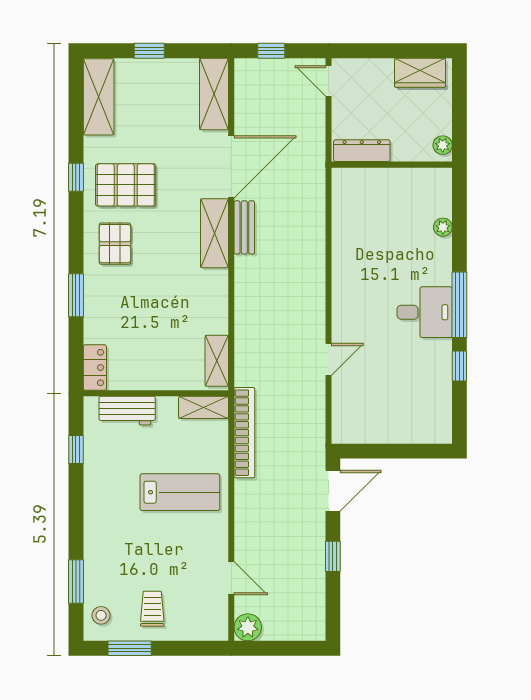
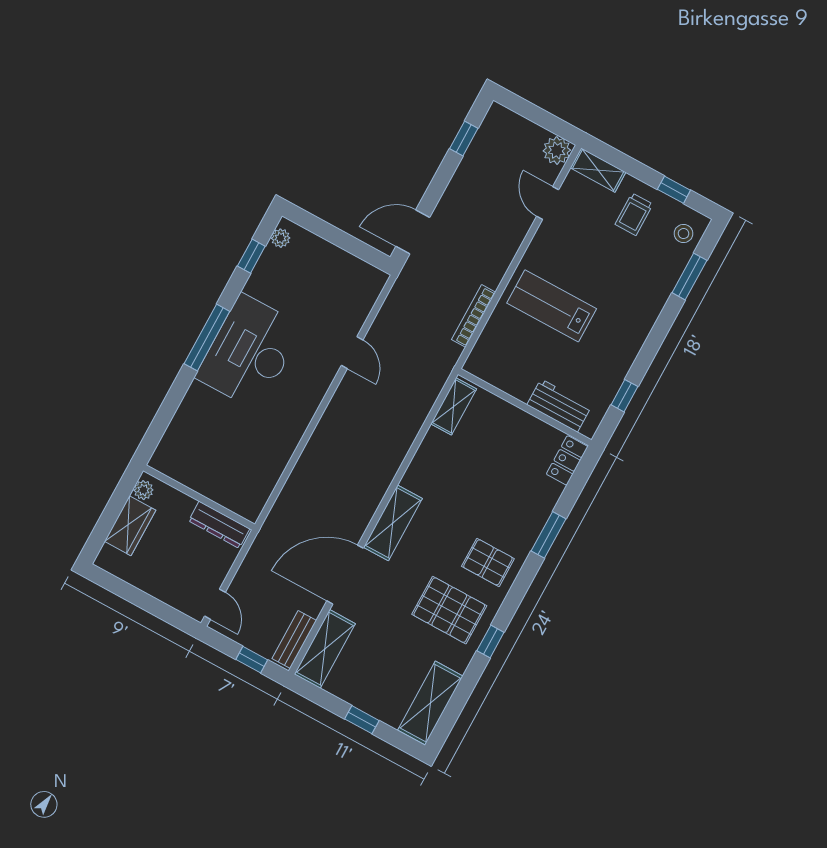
wardrobe: (420, 73) -> (130, 526), moved, turned 90
bench: (244, 227) -> (294, 640), moved
plant: (443, 227) -> (281, 238), moved
pallet: (115, 244) -> (488, 562), turned 90
desk: (425, 312) -> (249, 352), width x1.87, depth x1.30
door: (328, 359) -> (352, 353), swing flipped
window: (459, 366) -> (251, 256), moved
shelving: (203, 407) -> (598, 170), moved
bookcase: (244, 433) -> (474, 316), width x0.68, depth x0.76
window: (333, 556) -> (464, 138), moved
window: (130, 648) -> (674, 190), width x0.67

